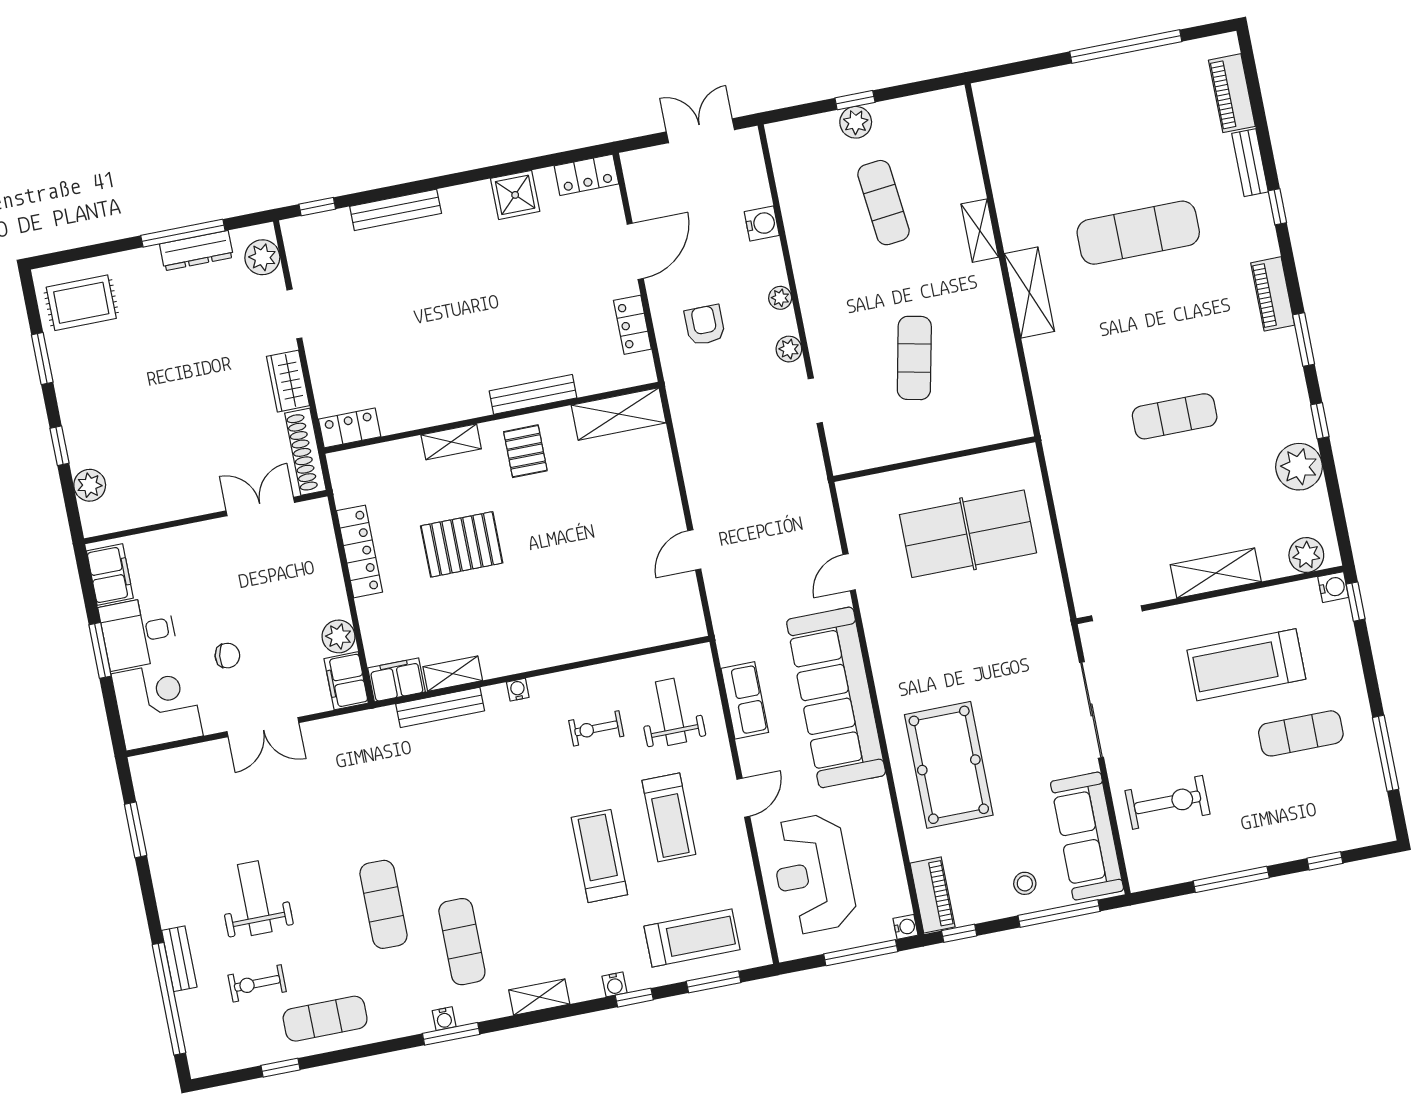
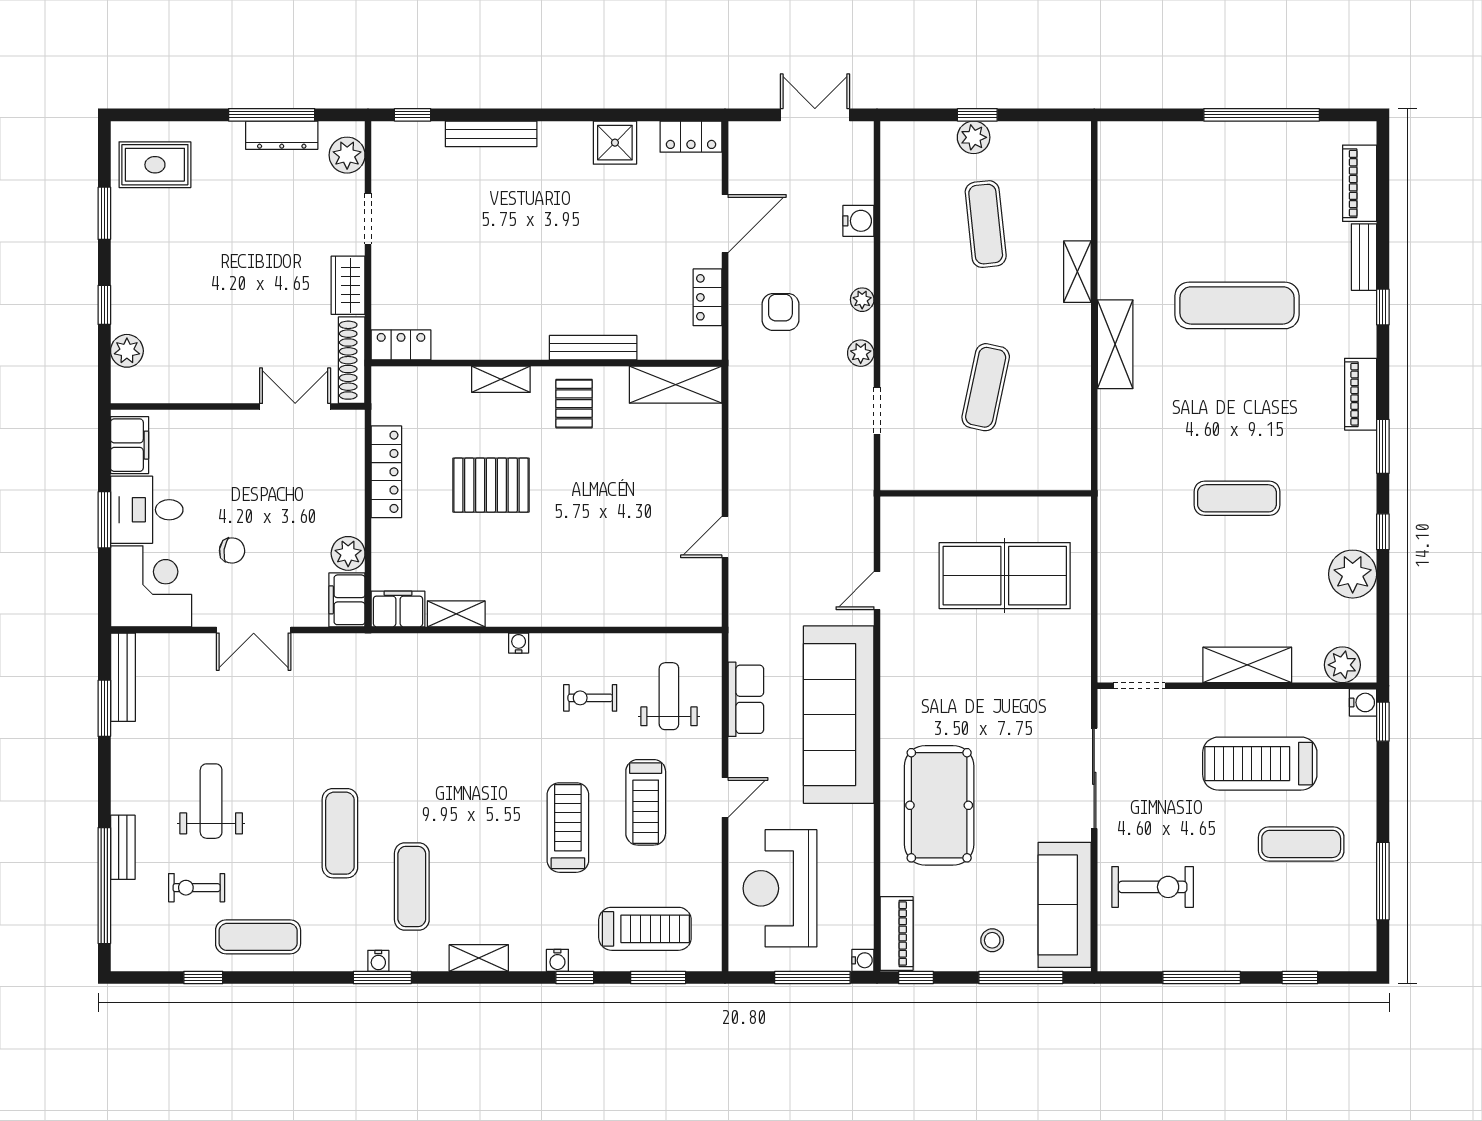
bench: (440, 707) -> (123, 677), moved, turned 90

